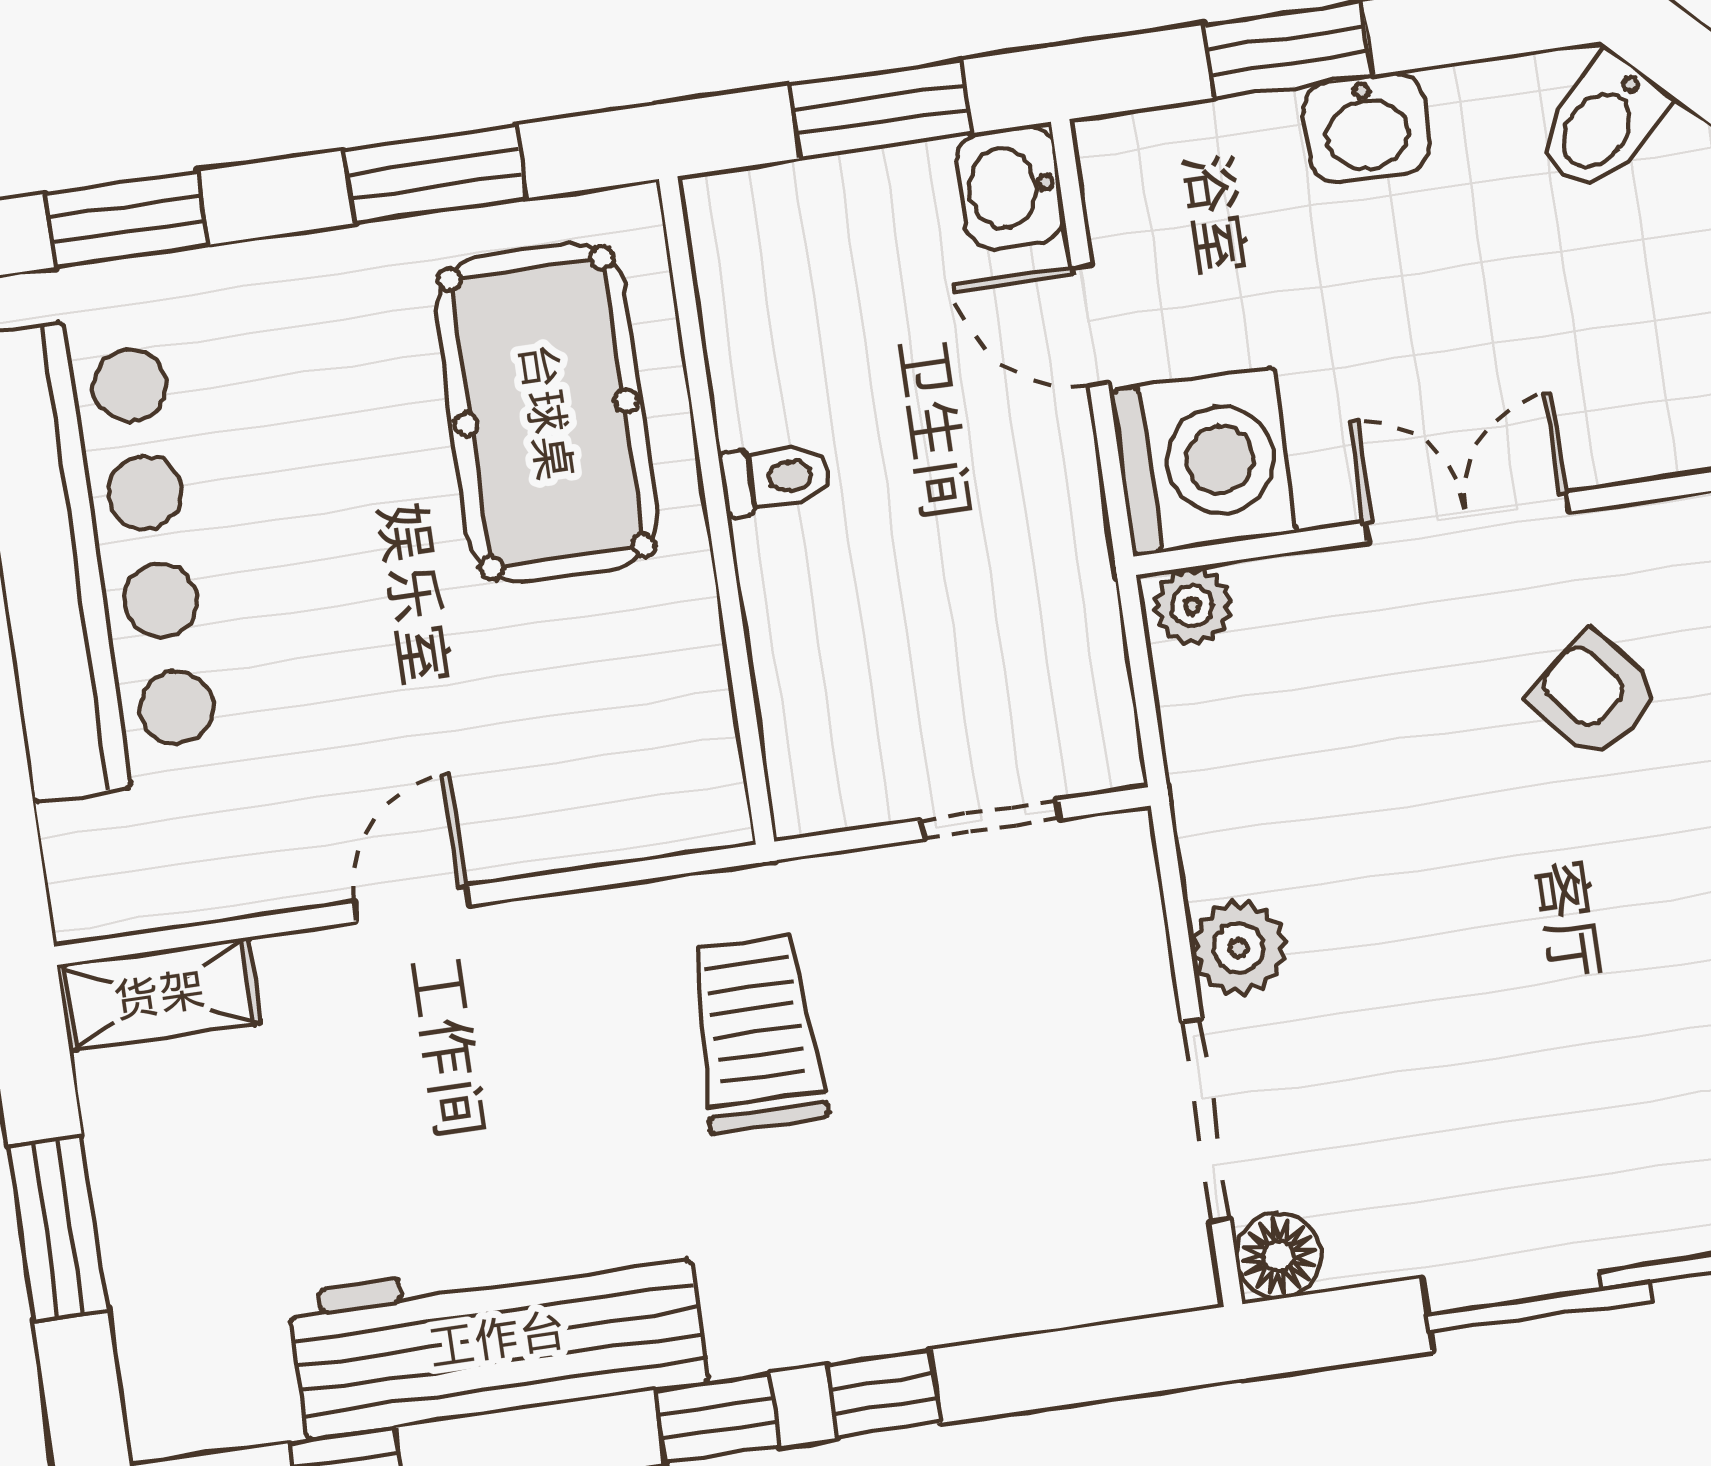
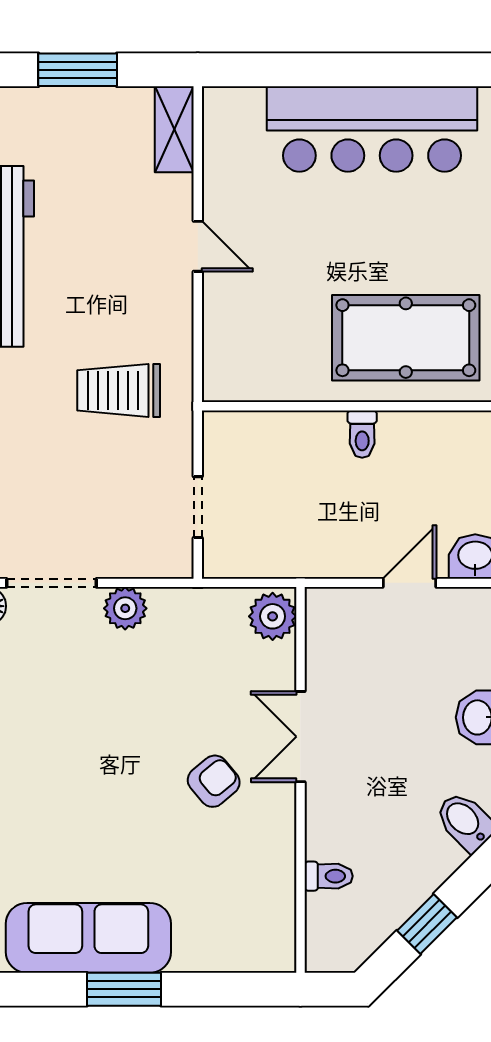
washing machine: (1204, 462) -> (342, 624), removed
double door: (1467, 517) -> (300, 737), swing flipped
plant: (1192, 606) -> (273, 616), width x1.38, depth x1.38
trolley: (757, 1033) -> (119, 390), turned 180

